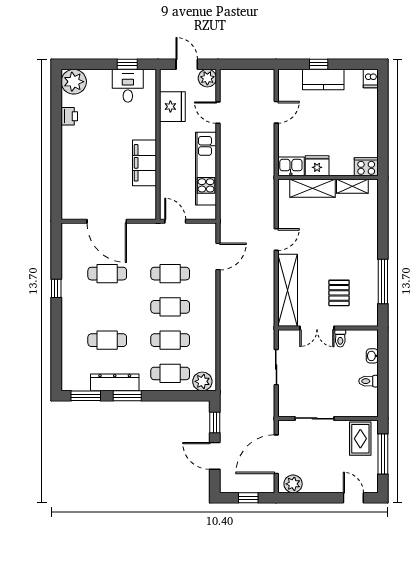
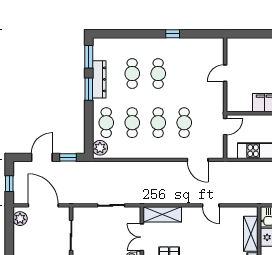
door: (107, 221) -> (225, 73), width x0.53
cafe table: (107, 274) -> (158, 74), moved
shelving: (288, 290) -> (162, 214), width x0.68

